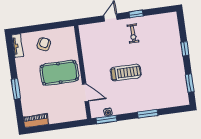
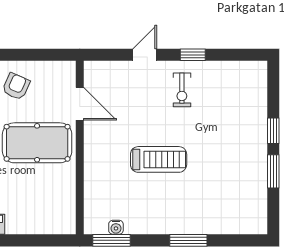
window: (190, 83) -> (273, 171), moved
door: (85, 93) -> (80, 104), moved

